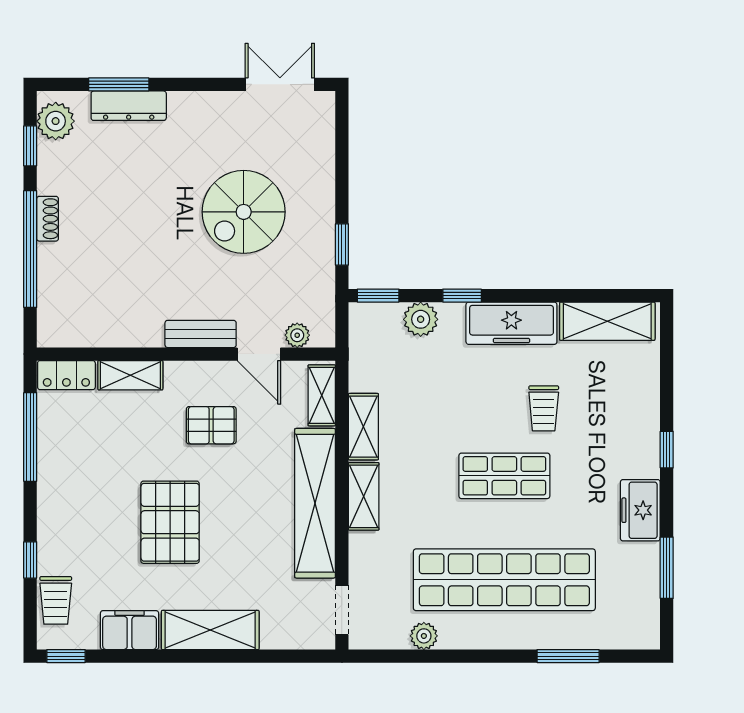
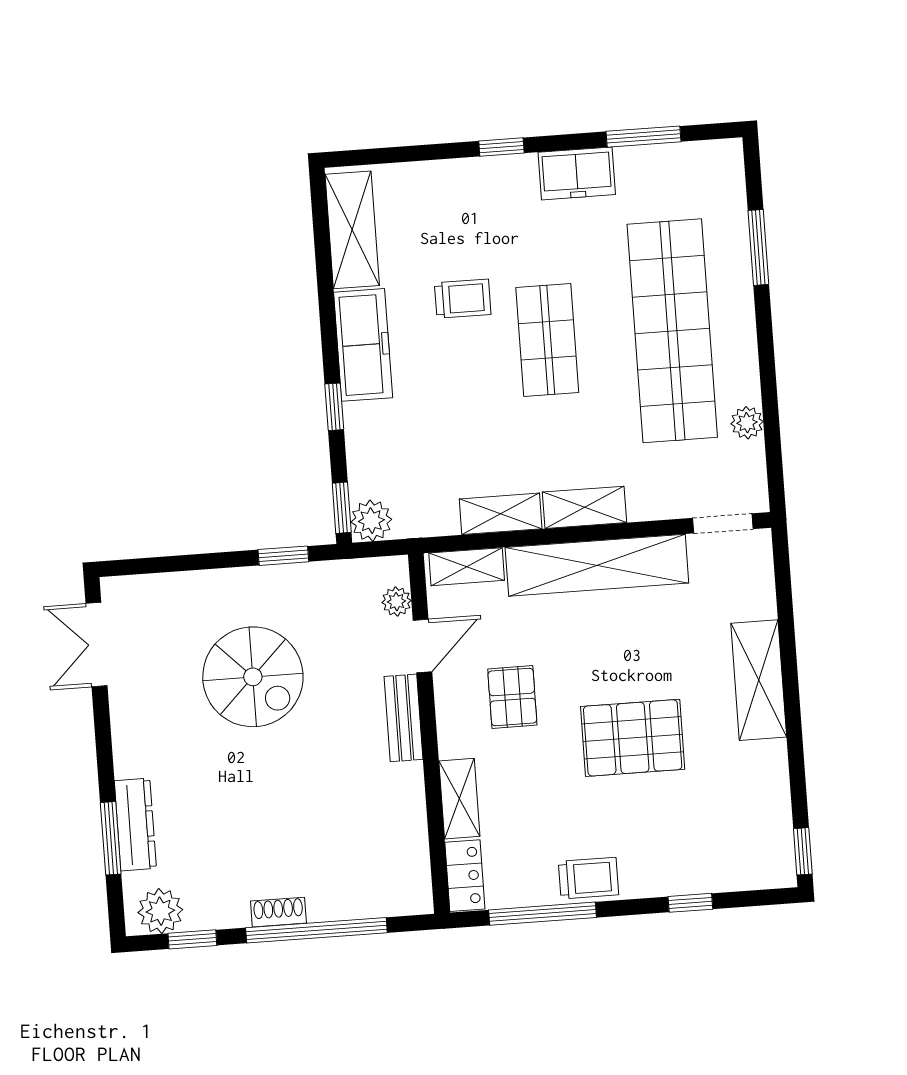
plant: (421, 319) -> (371, 521), moved
trolley: (56, 600) -> (588, 878), moved
filing cabinet: (130, 630) -> (766, 777), removed

